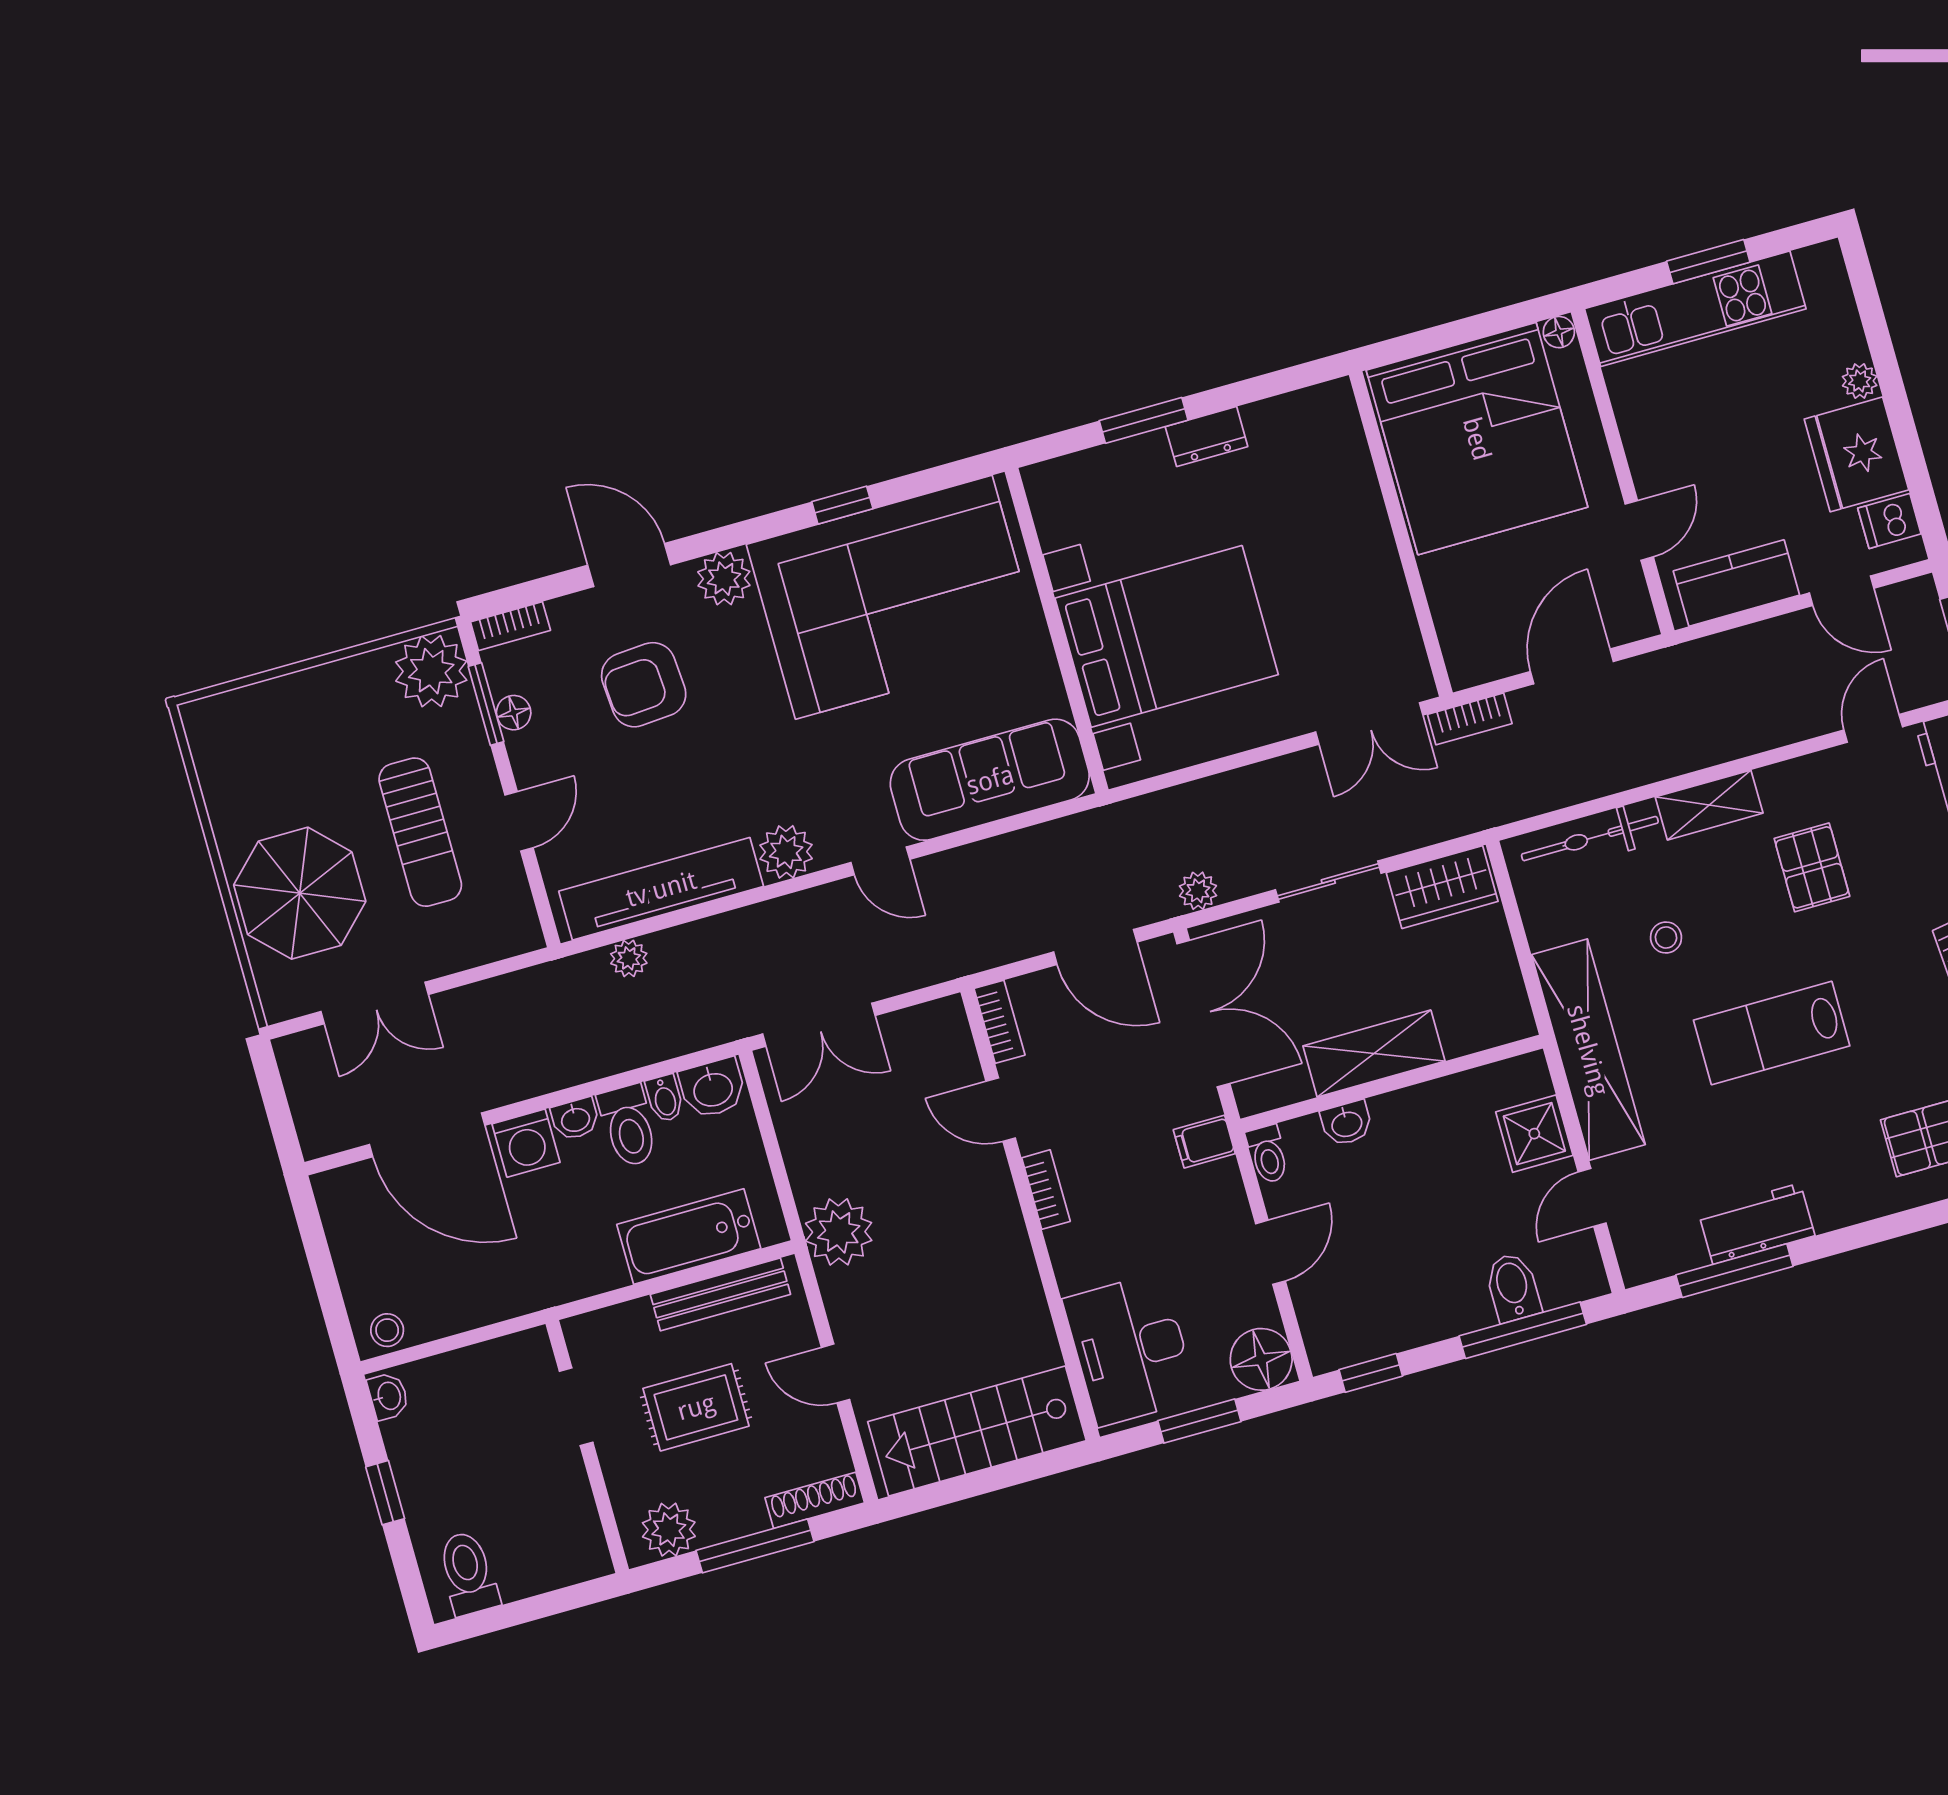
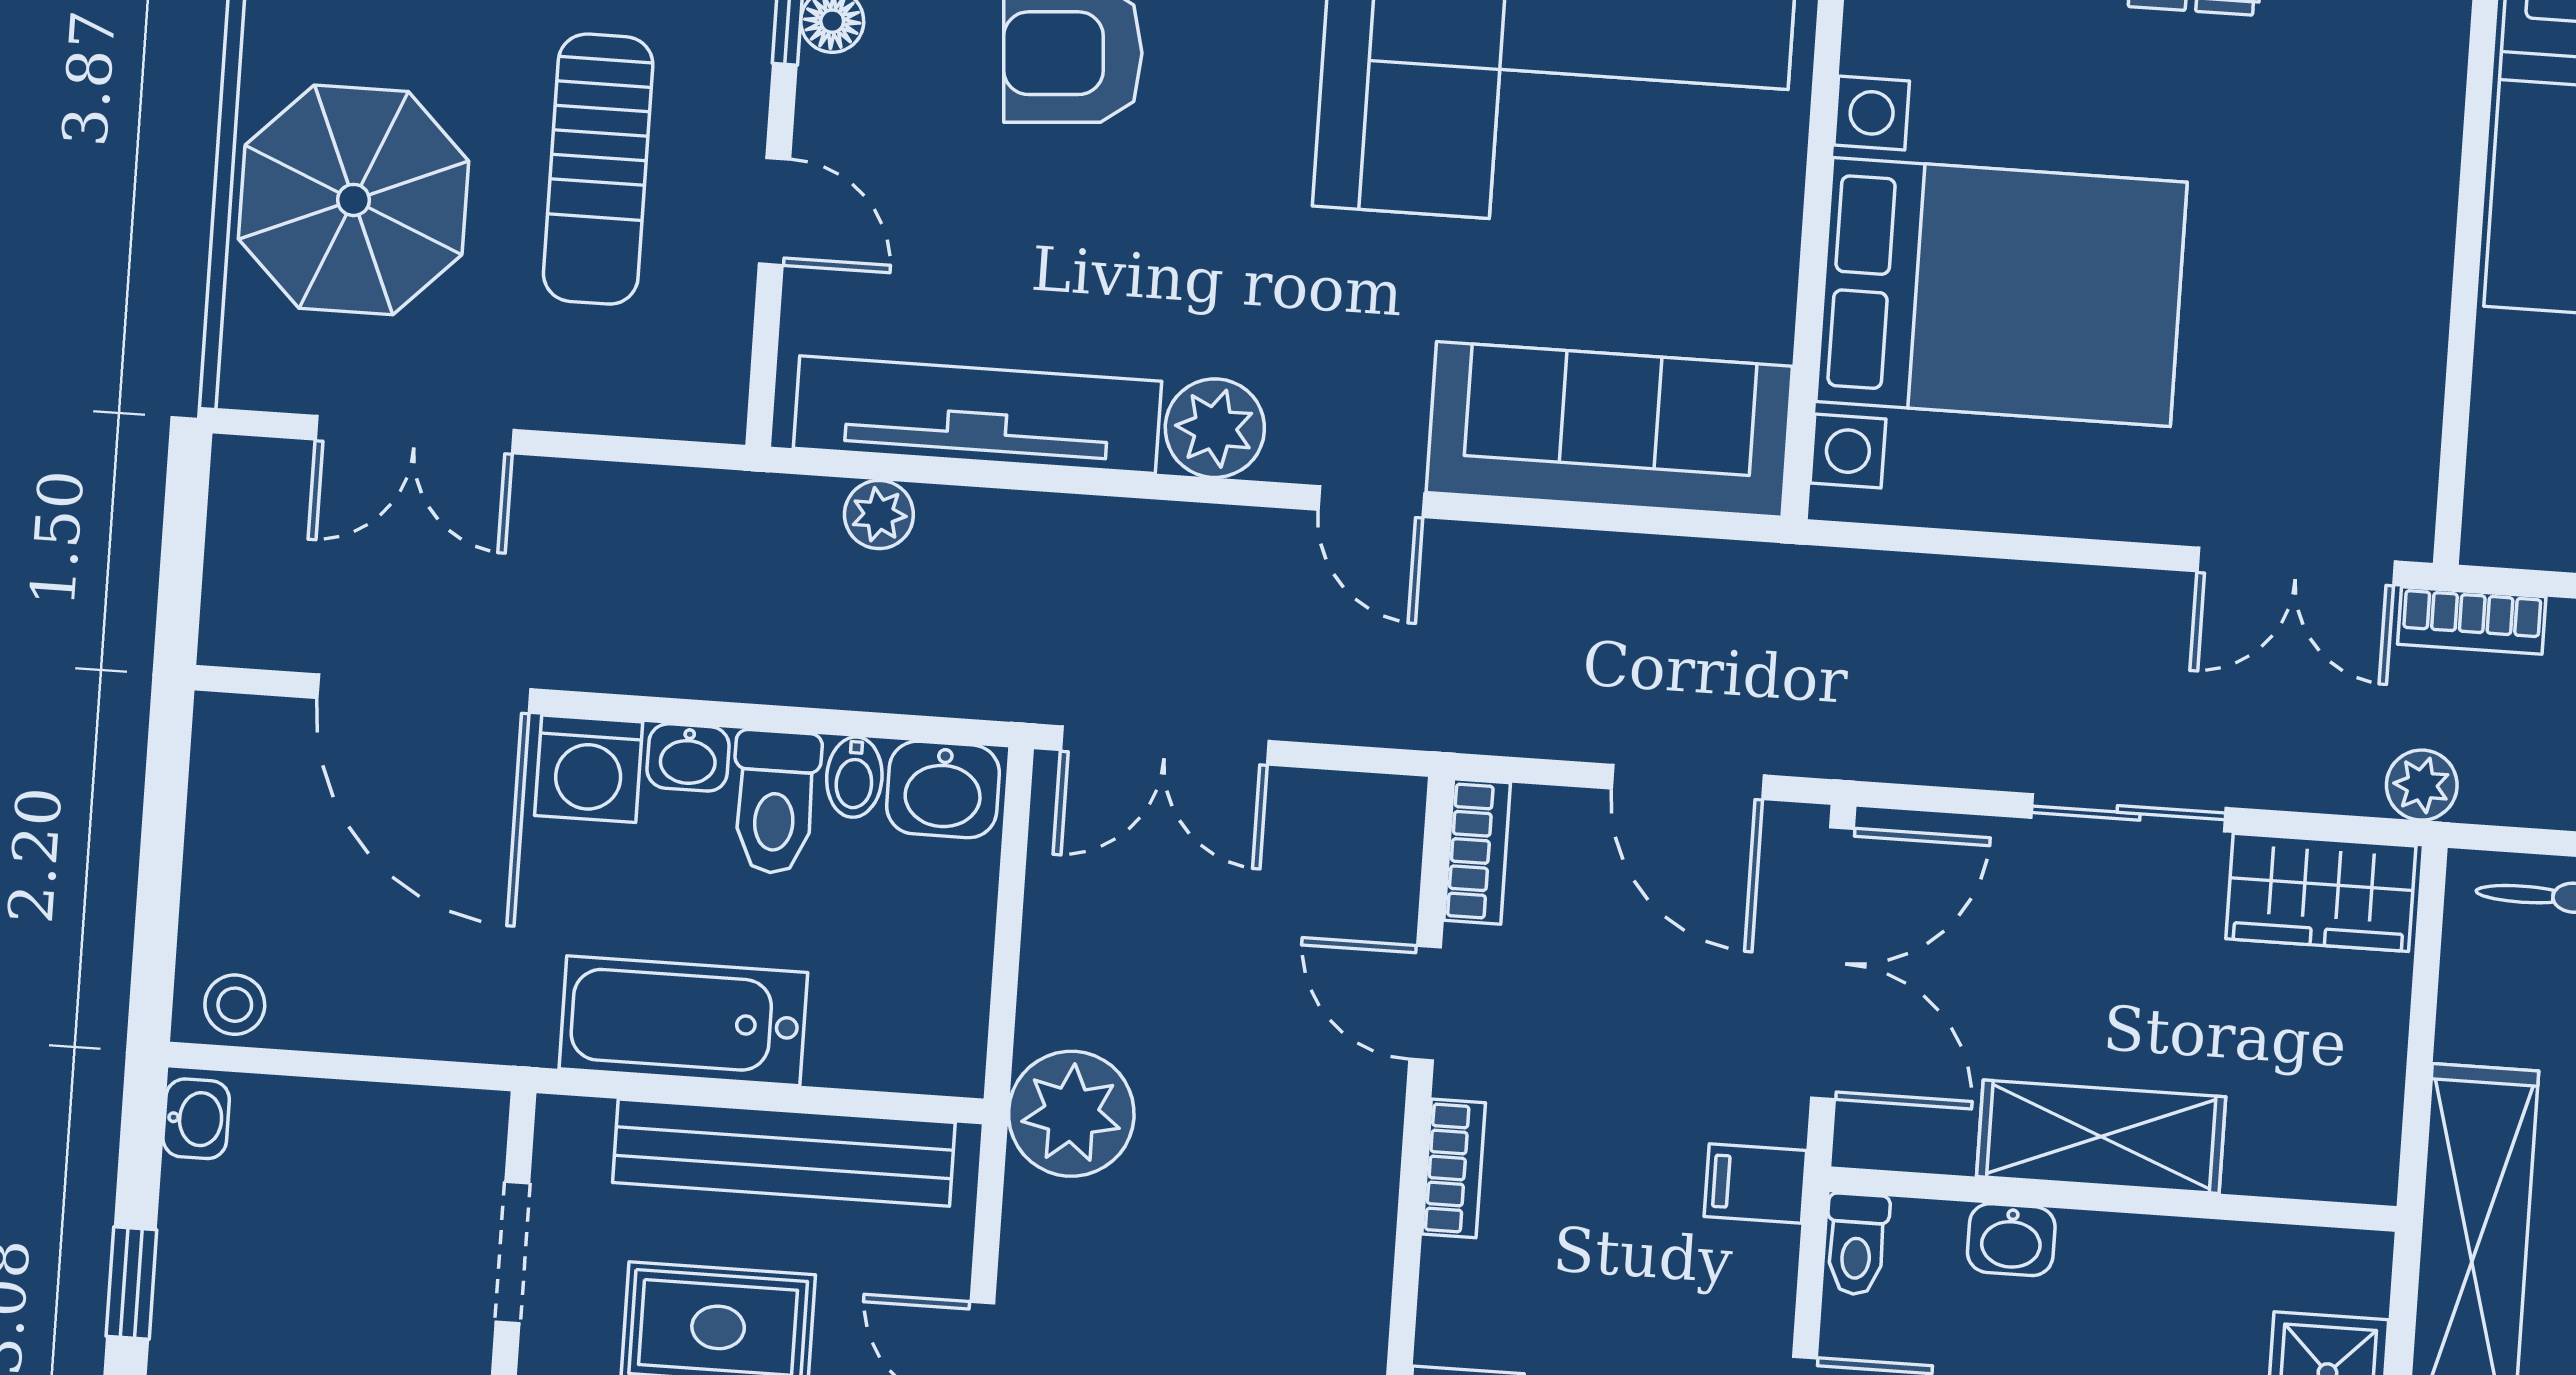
door: (519, 821) -> (775, 211), hinge flipped
plant: (1198, 891) -> (2422, 785), moved
bathtub: (689, 1237) -> (683, 1021), moved
bench: (720, 1294) -> (784, 1153), width x1.37, depth x1.21

